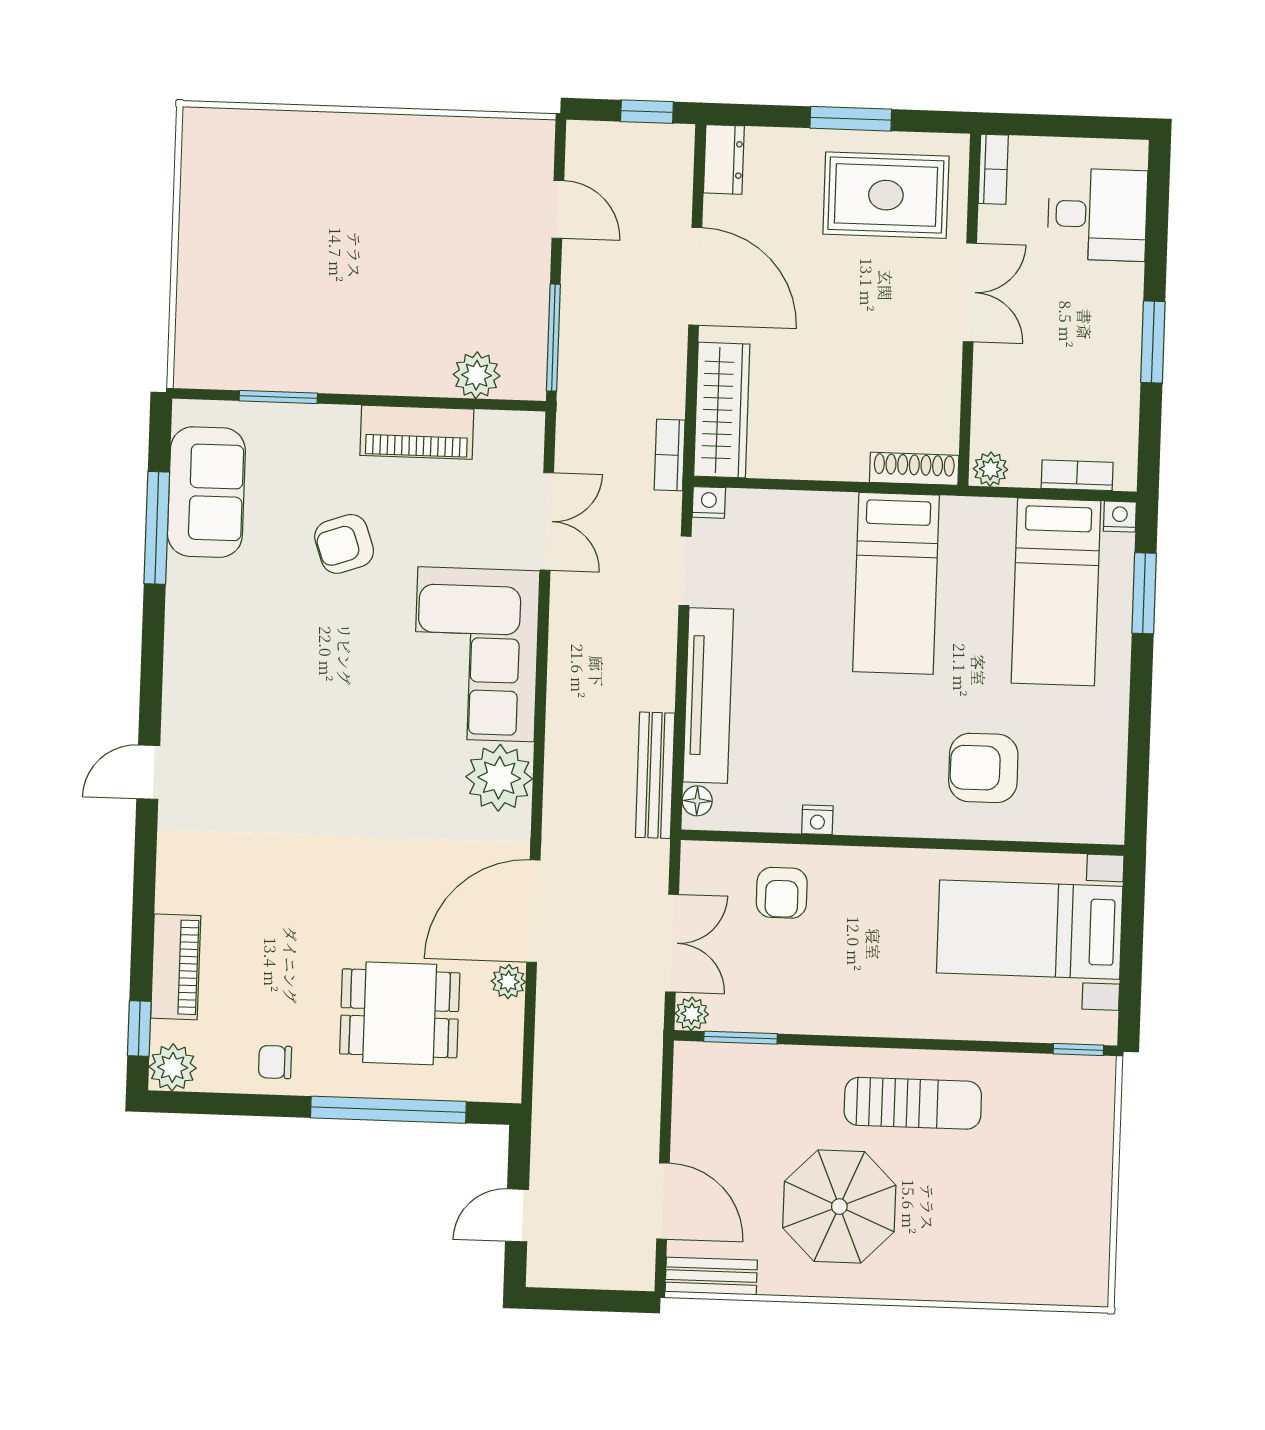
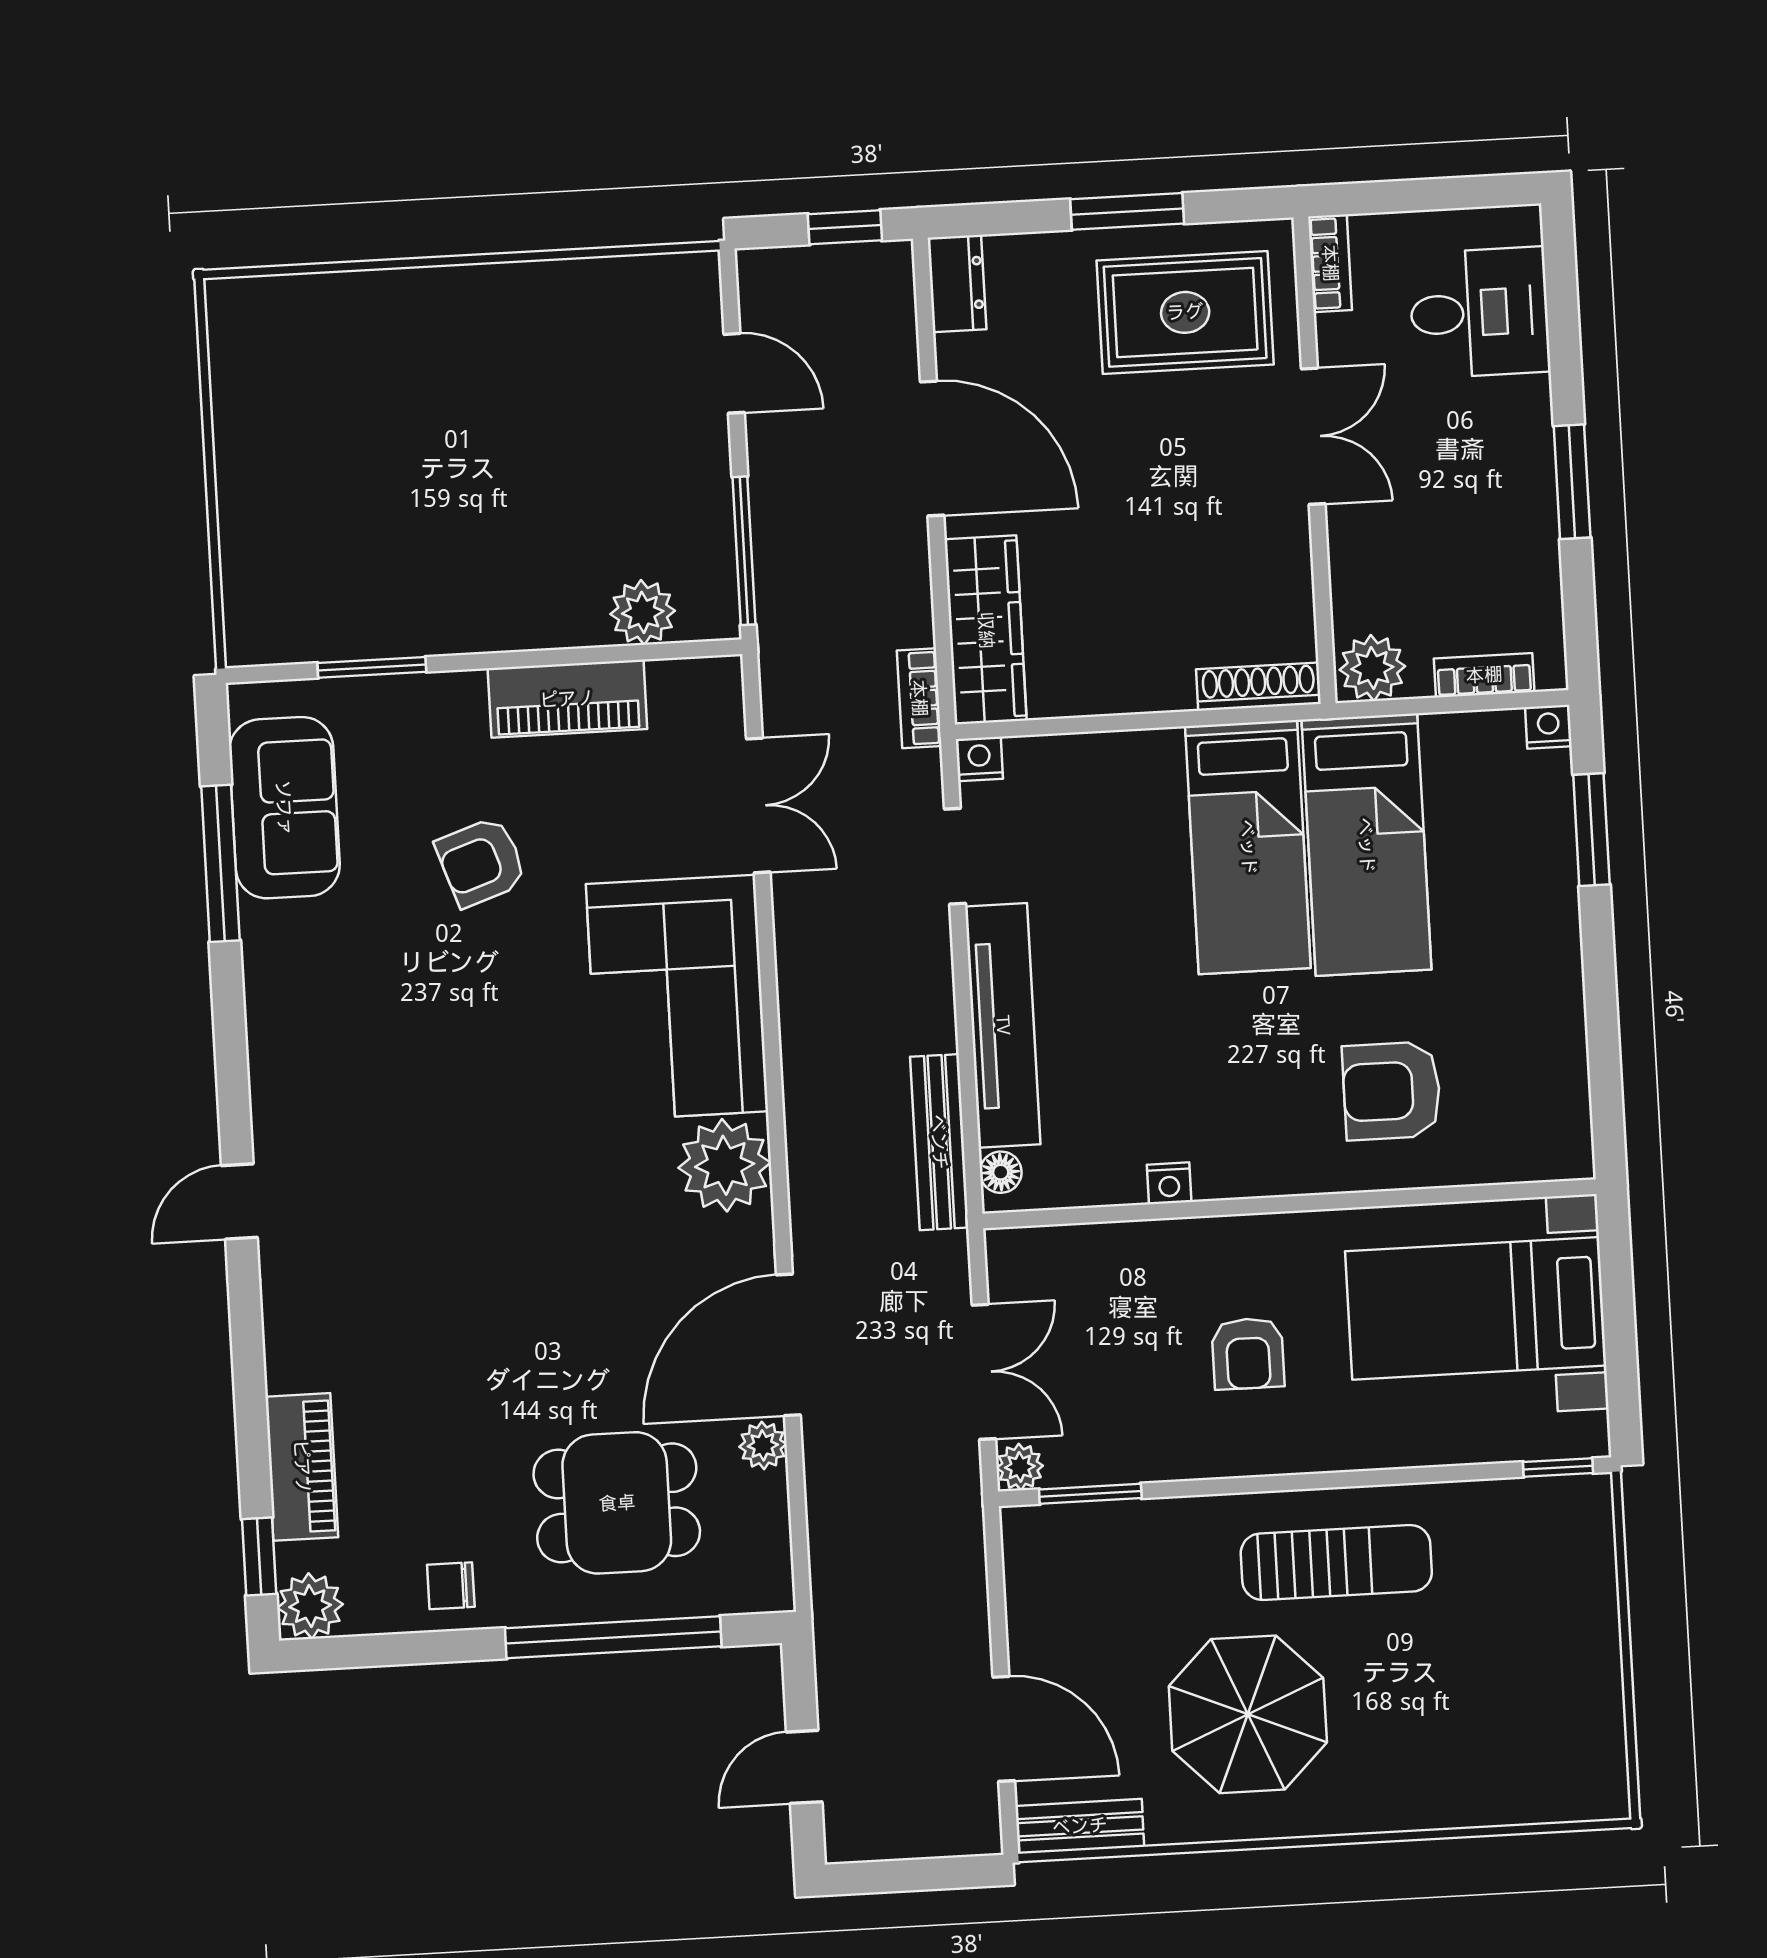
plant: (990, 469) -> (1372, 668), width x1.38, depth x1.38
bed: (1056, 592) -> (1366, 845), moved
armchair: (782, 893) -> (1248, 1354), moved

